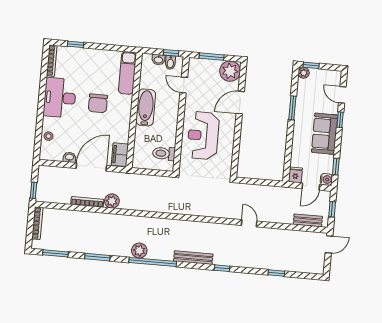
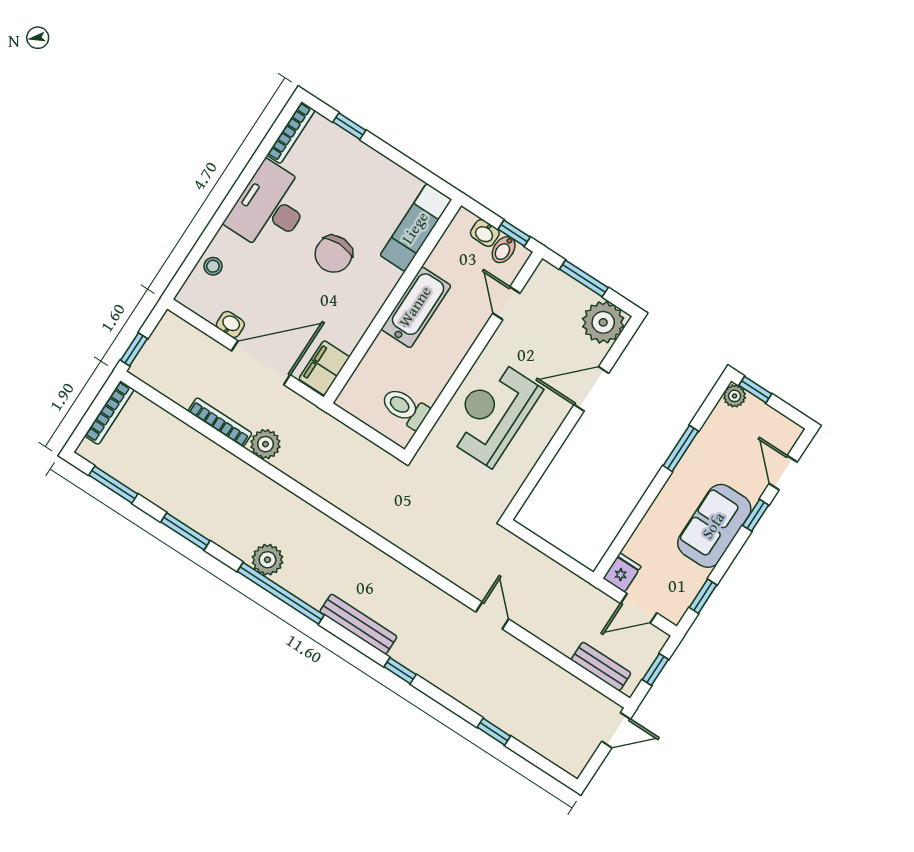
water cooler: (326, 179) -> (673, 610), removed

